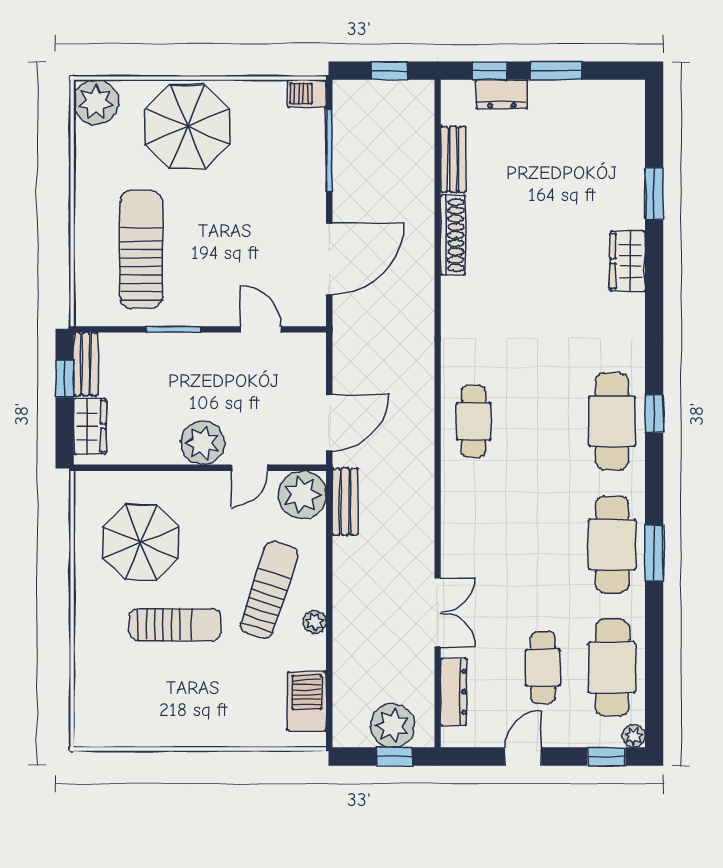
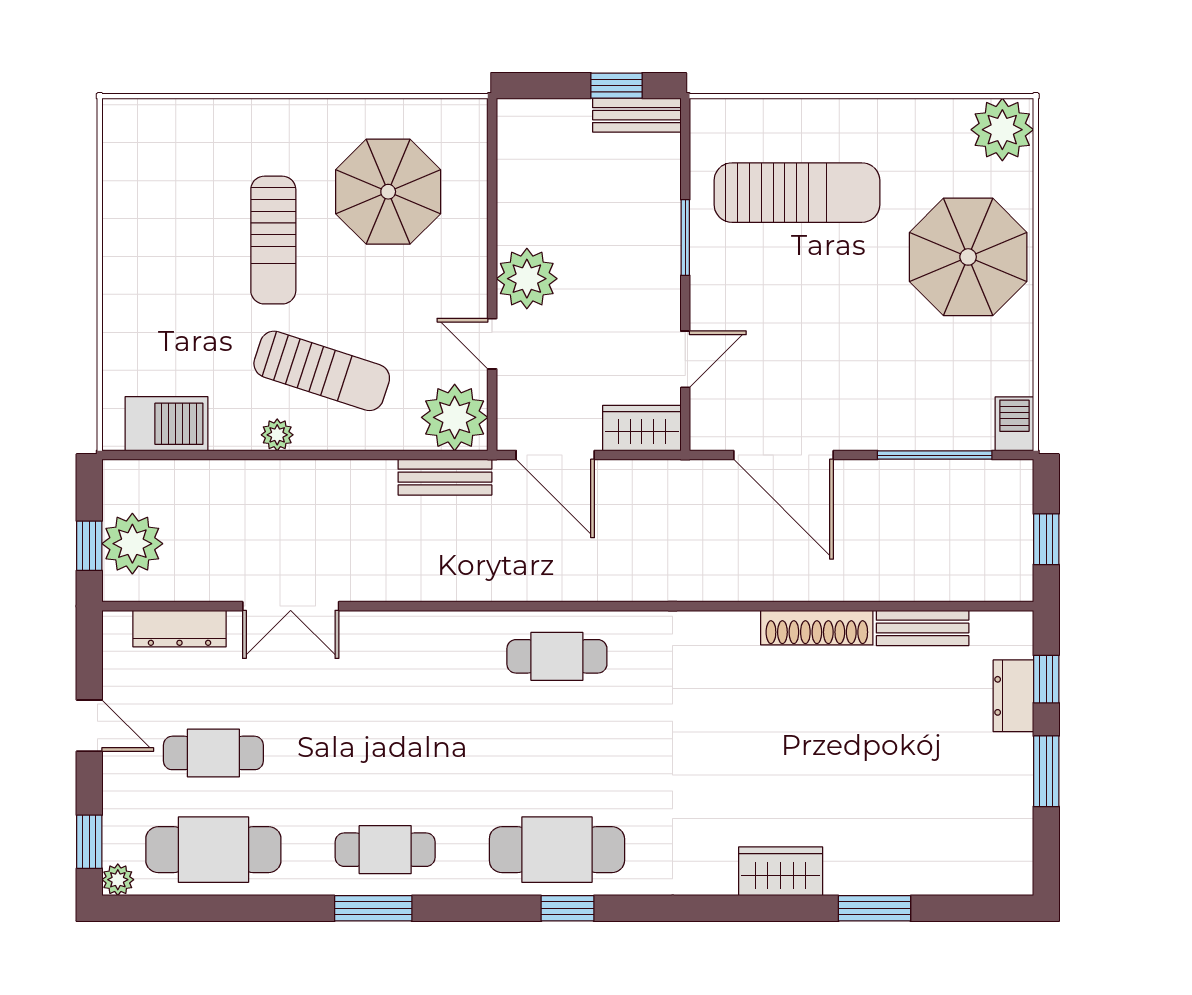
wardrobe: (90, 426) -> (642, 428), moved, turned 180
cafe table: (612, 544) -> (385, 850), width x0.73, depth x0.74

